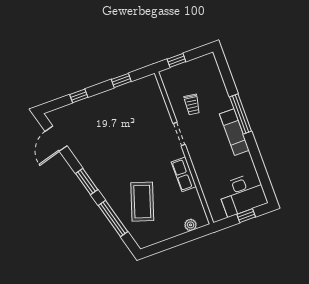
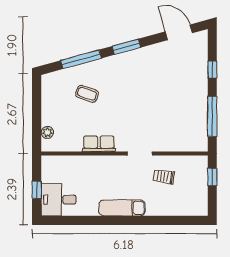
window: (121, 80) -> (212, 116), width x2.17
window: (241, 114) -> (137, 220), removed
desk: (242, 194) -> (59, 200), width x0.73
coffee table: (142, 202) -> (87, 94), width x0.54, depth x0.58

